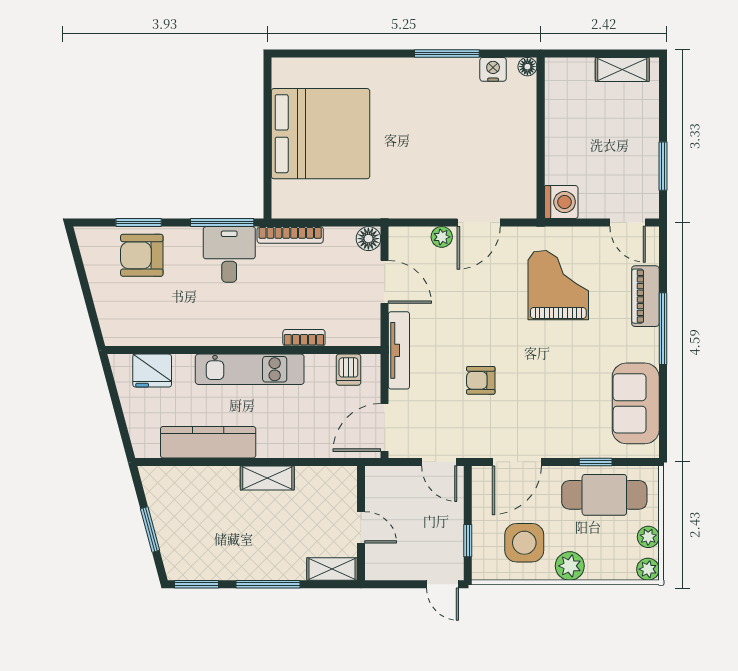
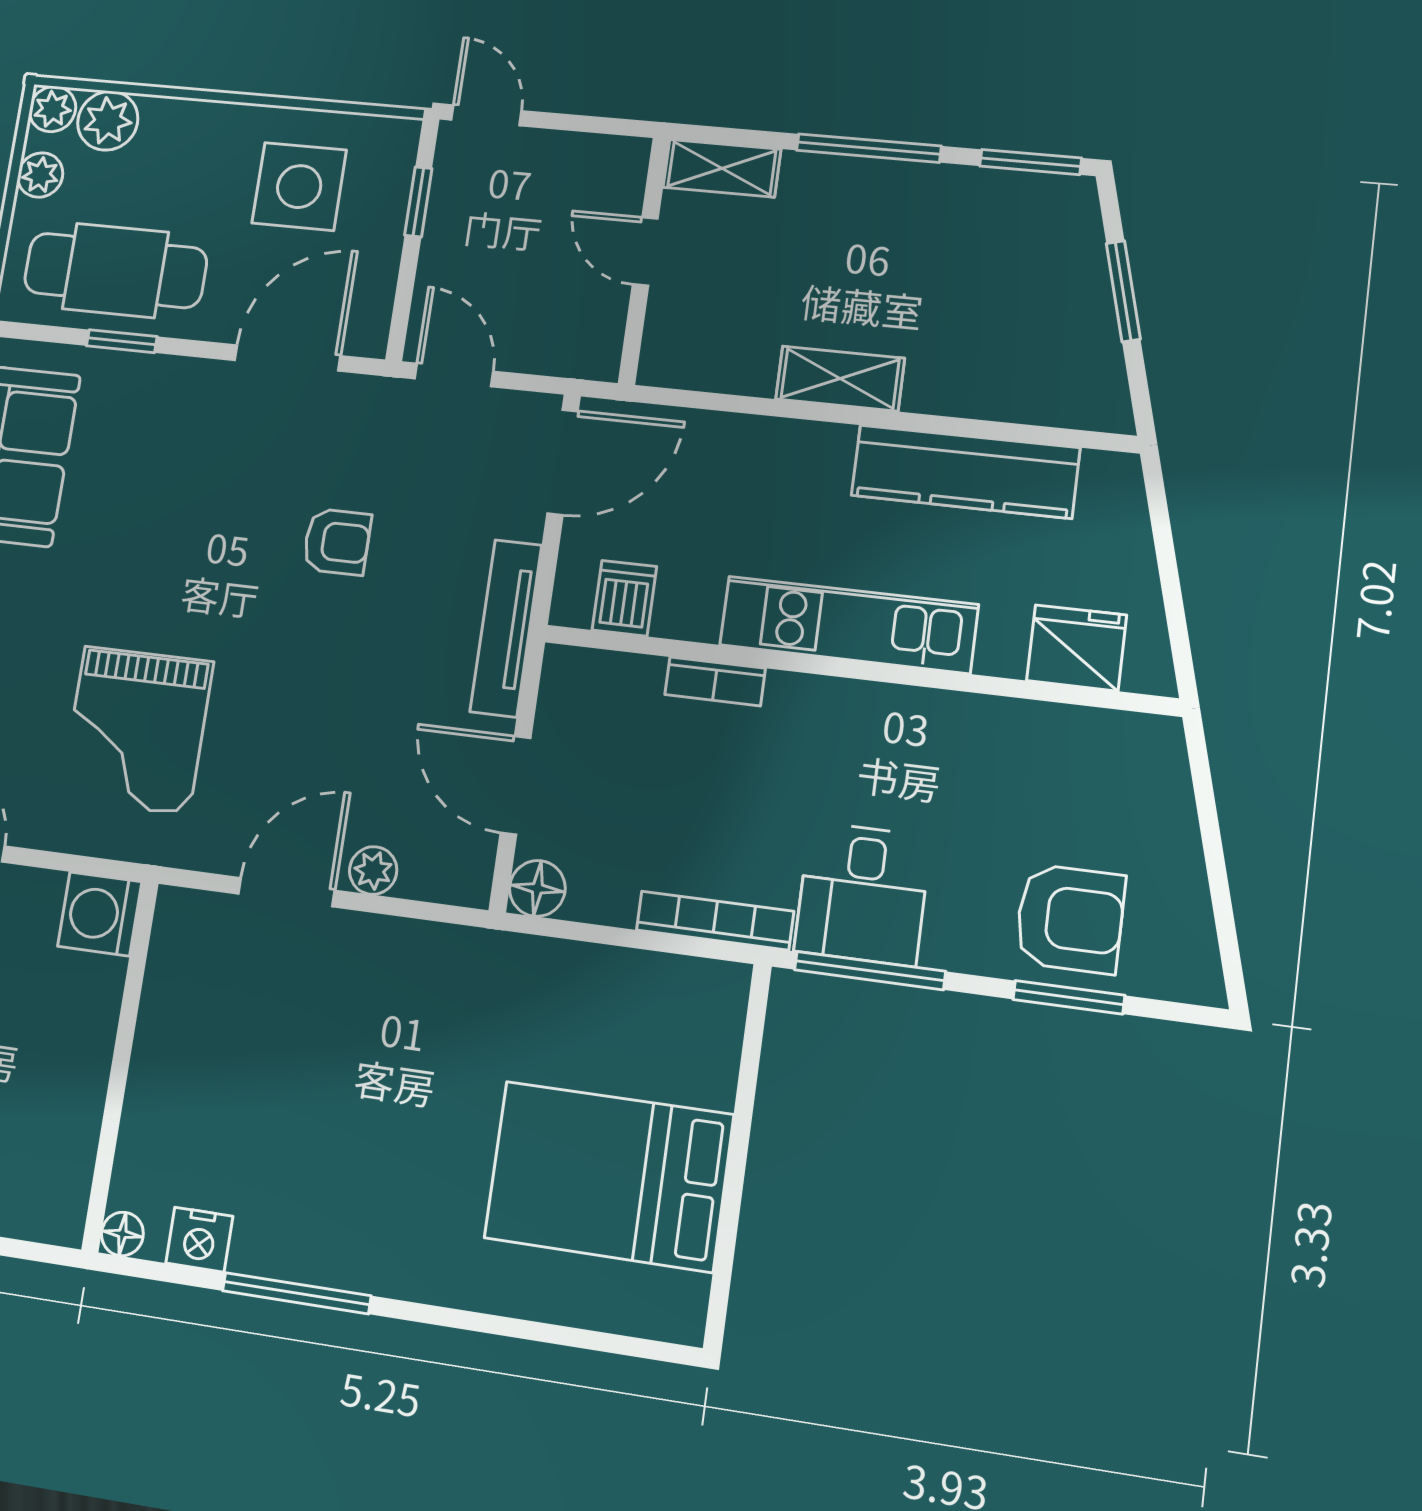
bed: (320, 134) -> (609, 1176), width x0.73
plant: (570, 566) -> (108, 121), moved

